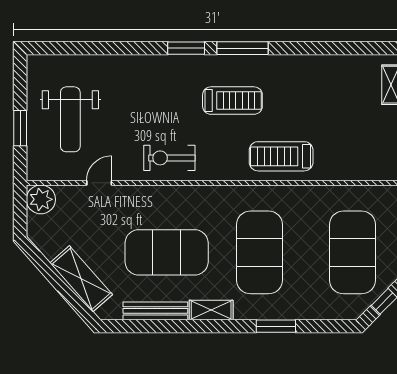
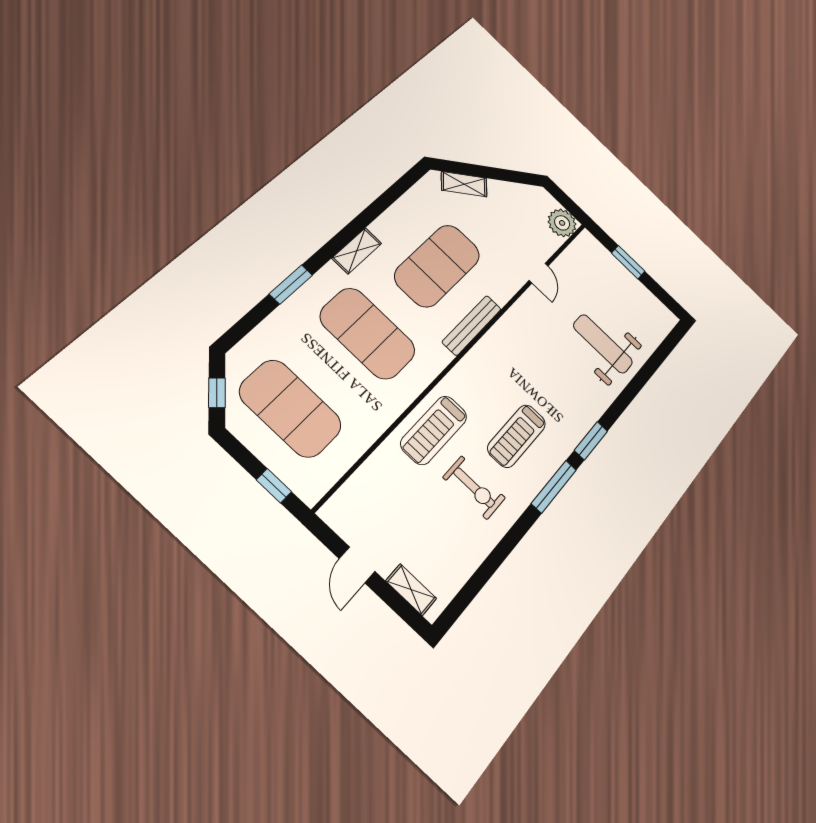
weight bench: (70, 119) -> (603, 344), moved
treadmill: (281, 156) -> (434, 430), turned 180
exercise bike: (169, 158) -> (474, 488), moved, turned 90
shelving: (81, 279) -> (464, 184), width x0.67, depth x0.75
bench: (155, 311) -> (472, 325), moved

